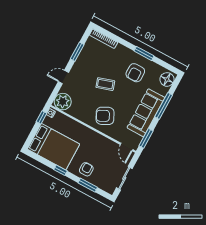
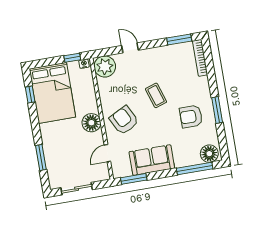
window: (77, 52) -> (179, 40), moved
window: (164, 106) -> (195, 169), moved
sofa: (146, 113) -> (152, 160), width x0.73
floor lamp: (91, 137) -> (91, 123), added
door: (127, 147) -> (107, 153), moved
armchair: (86, 169) -> (56, 144), removed
window: (60, 170) -> (30, 94), moved

